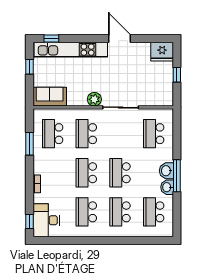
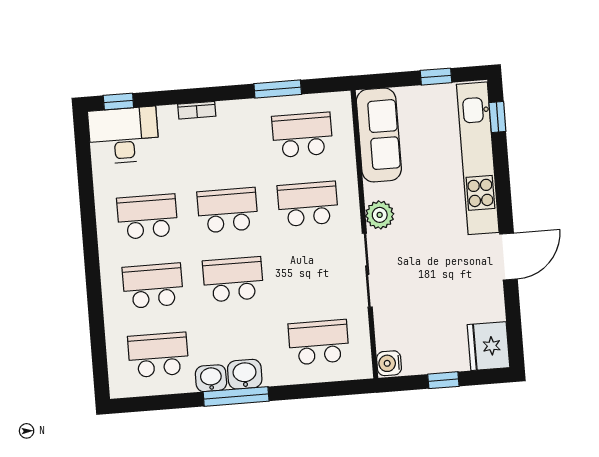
sofa: (50, 97) -> (379, 135), width x1.36
water cooler: (167, 100) -> (389, 363), added

